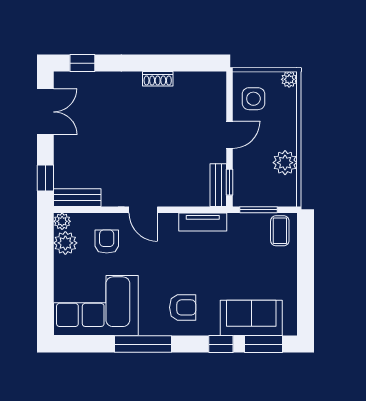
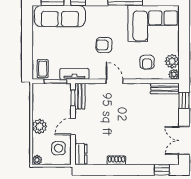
dresser: (217, 89) -> (81, 154), added
plant: (285, 163) -> (40, 126), moved
door: (143, 210) -> (114, 81), moved
tv unit: (203, 222) -> (74, 74), moved
armchair: (183, 307) -> (104, 45), moved
sofa: (251, 318) -> (60, 16), width x1.36

